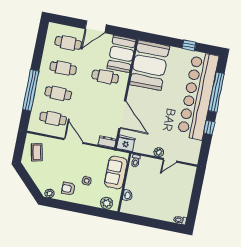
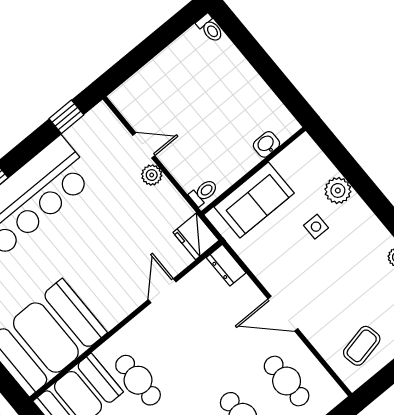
door: (122, 115) -> (162, 291), width x0.53
window: (209, 128) -> (66, 117), moved
door: (73, 141) -> (283, 314), hinge flipped
armchair: (68, 189) -> (359, 239), removed
plant: (107, 203) -> (338, 190), moved

